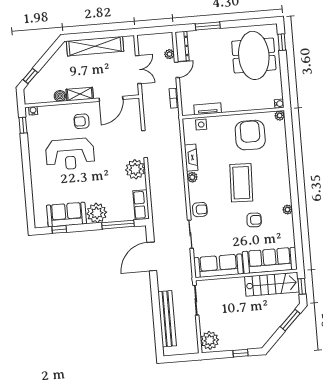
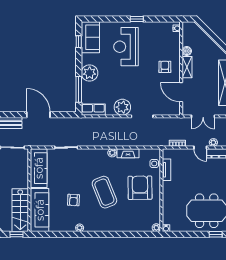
window: (30, 76) -> (205, 28), removed
window: (23, 125) -> (137, 19), moved
armchair: (250, 135) -> (140, 188), moved, turned -91
reception desk: (70, 154) -> (126, 47), moved
coffee table: (241, 183) -> (104, 192), turned 66
armchair: (200, 210) -> (85, 157), removed
sofa: (67, 215) -> (90, 37), moved
door: (152, 256) -> (38, 115), moved

